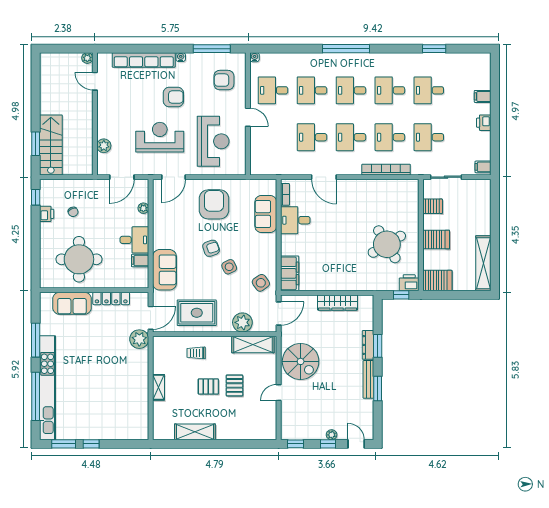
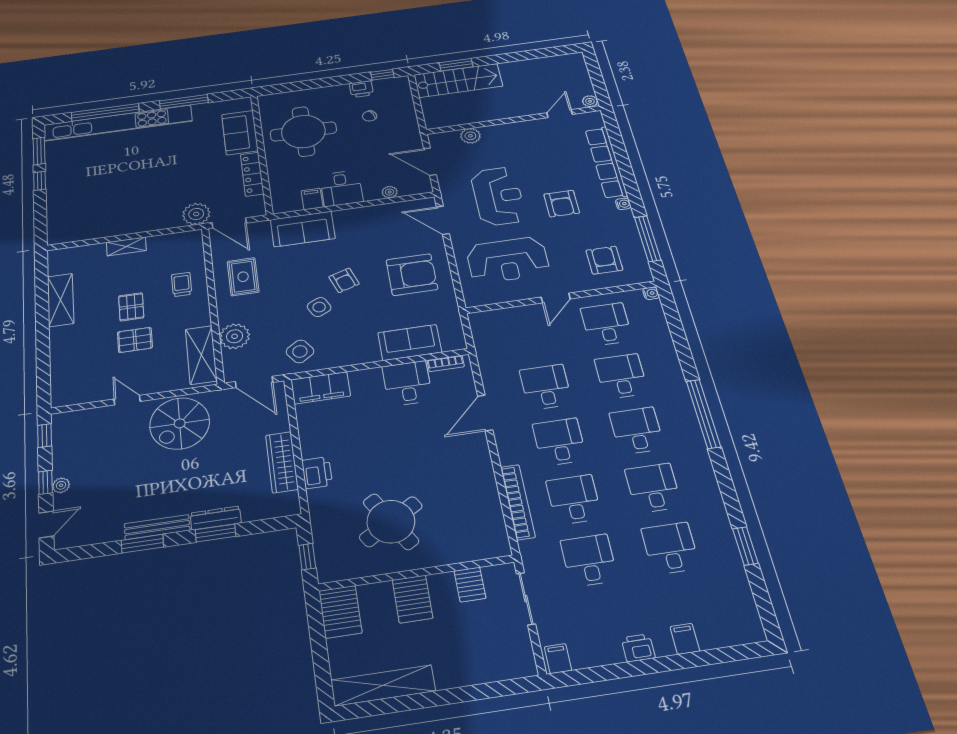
printer: (409, 283) -> (317, 473), moved
rug: (197, 313) -> (243, 277), width x0.73, depth x0.70

